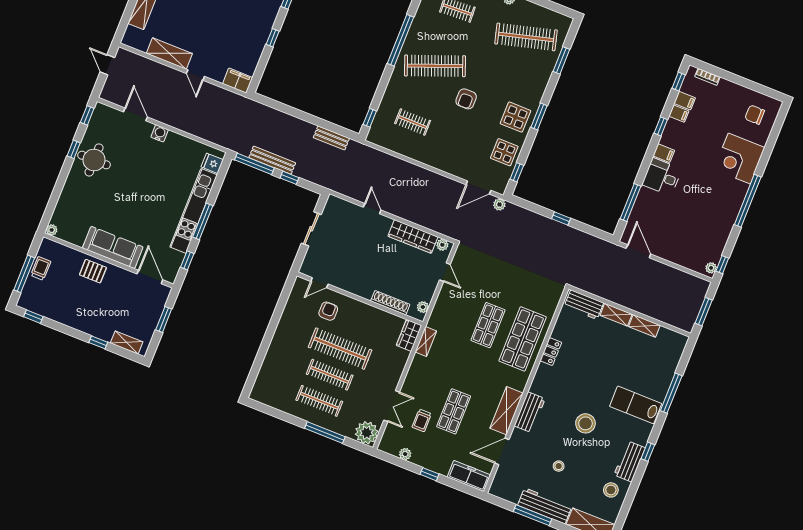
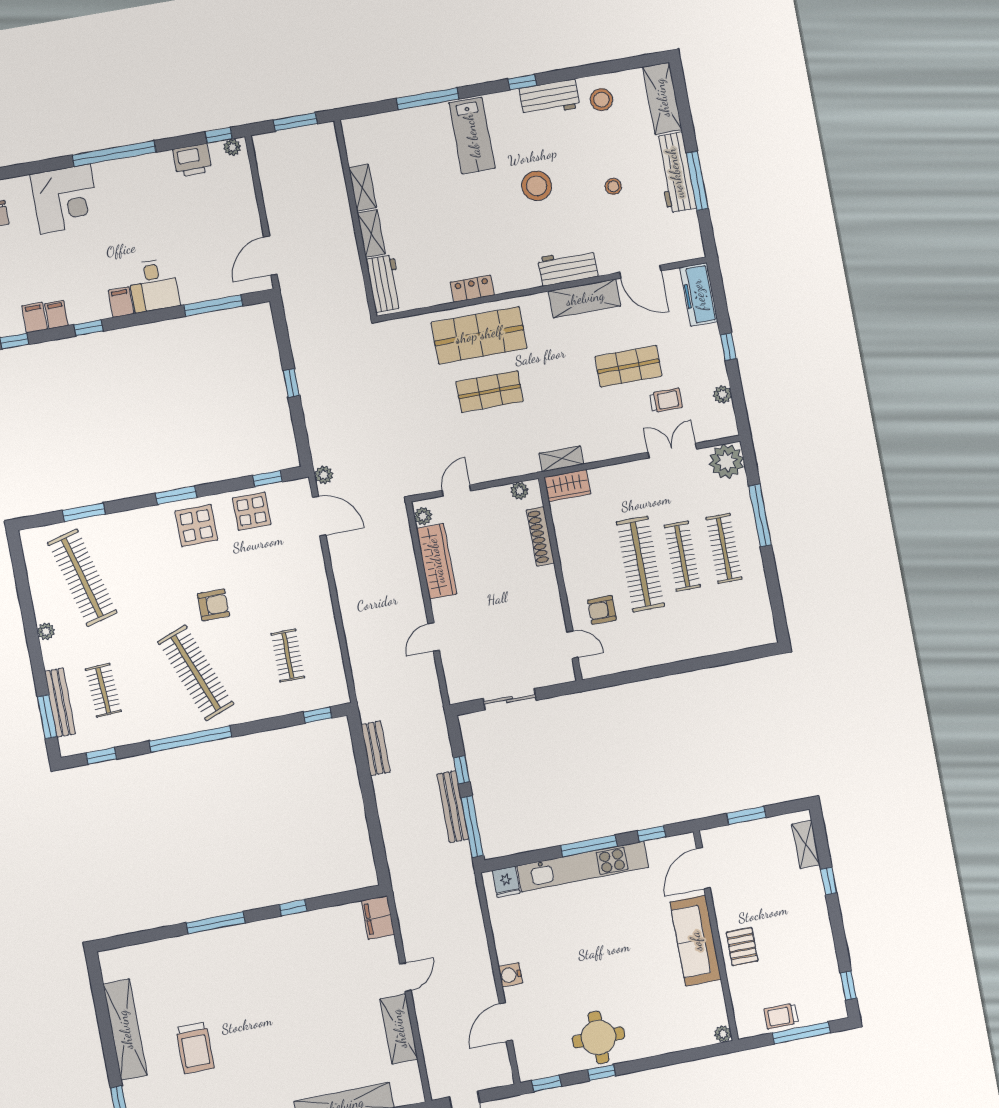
printer: (718, 241) -> (192, 160), added

